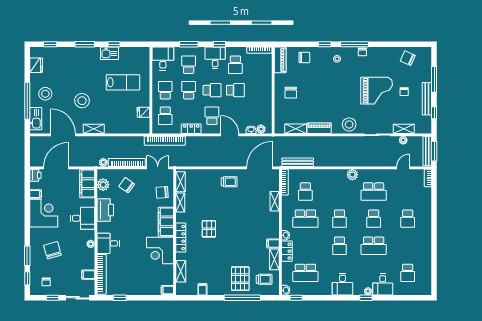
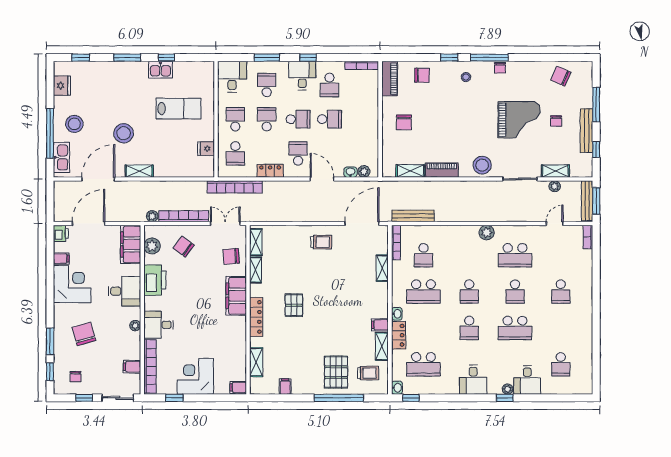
door: (63, 135) -> (98, 179), hinge flipped
corner desk: (160, 251) -> (195, 376), moved, turned 90

